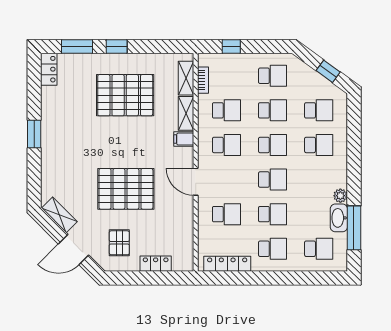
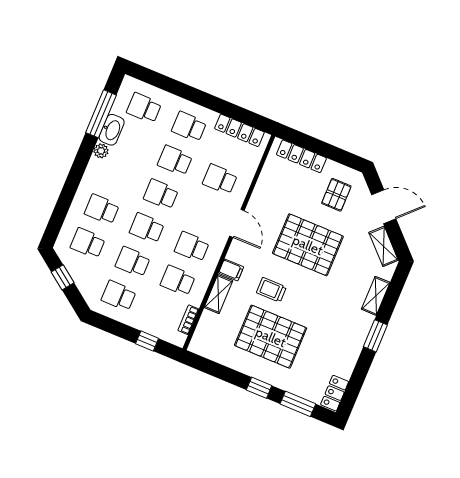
shelving: (186, 78) -> (376, 296), moved
trolley: (142, 136) -> (271, 290), added
locker: (156, 264) -> (301, 156), width x1.53

